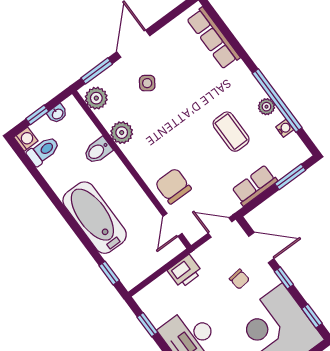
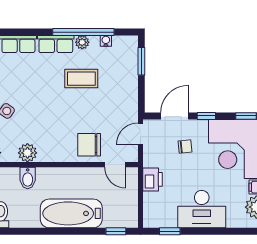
row of seats: (255, 185) -> (56, 44), moved, turned -90

